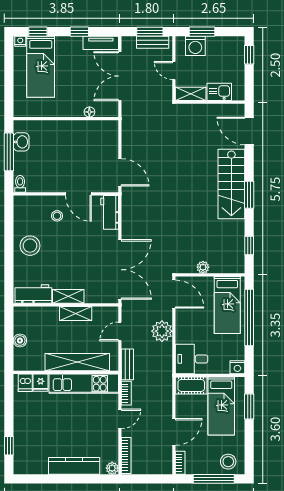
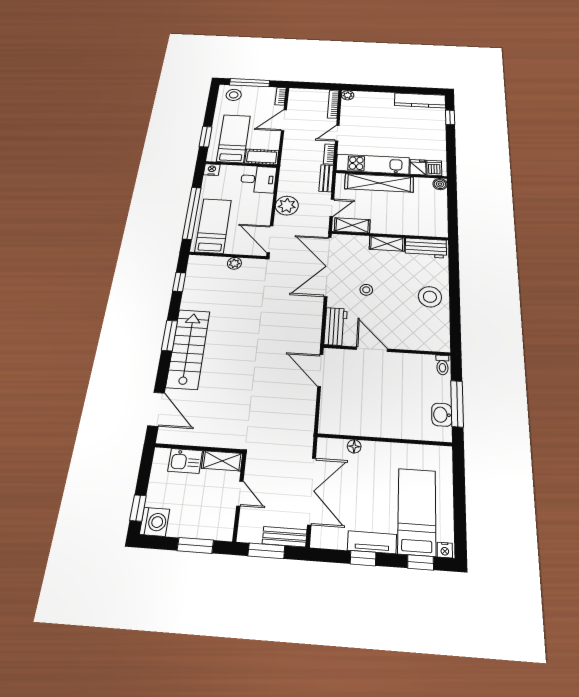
bench: (153, 42) -> (285, 537), moved
tv unit: (101, 43) -> (372, 542), moved
washing machine: (195, 46) -> (155, 522), moved, turned 90
stool: (57, 216) -> (366, 290), moved
shelving: (76, 314) -> (352, 225), moved
boiler: (20, 341) -> (440, 184), moved
kitchen counter: (74, 466) -> (420, 100), moved

